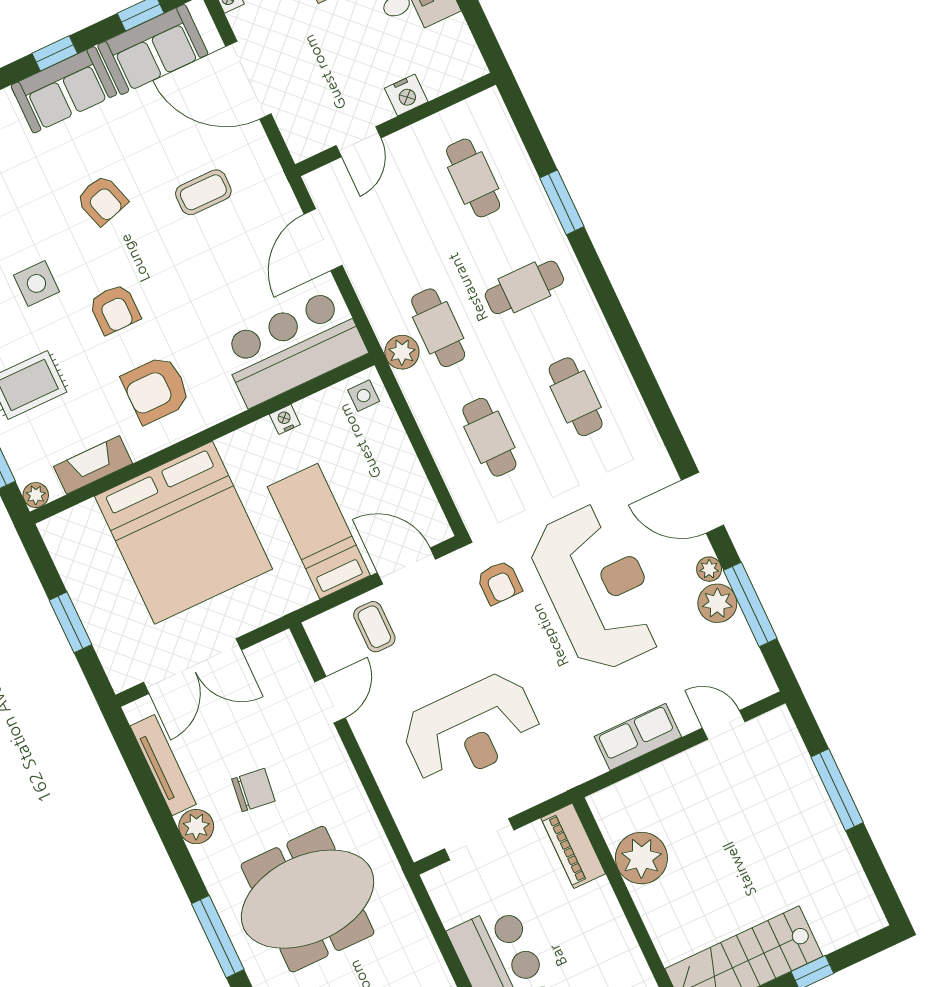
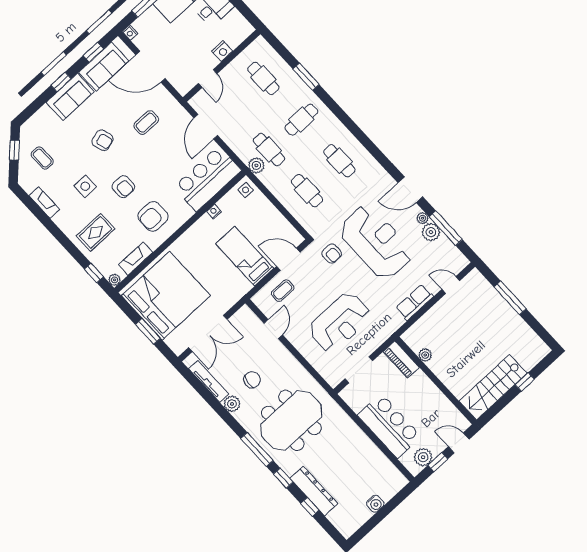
bed: (184, 533) -> (166, 296), moved, turned -90
coffee table: (374, 627) -> (283, 291), turned 90
plant: (641, 858) -> (425, 355), width x0.53, depth x0.53

